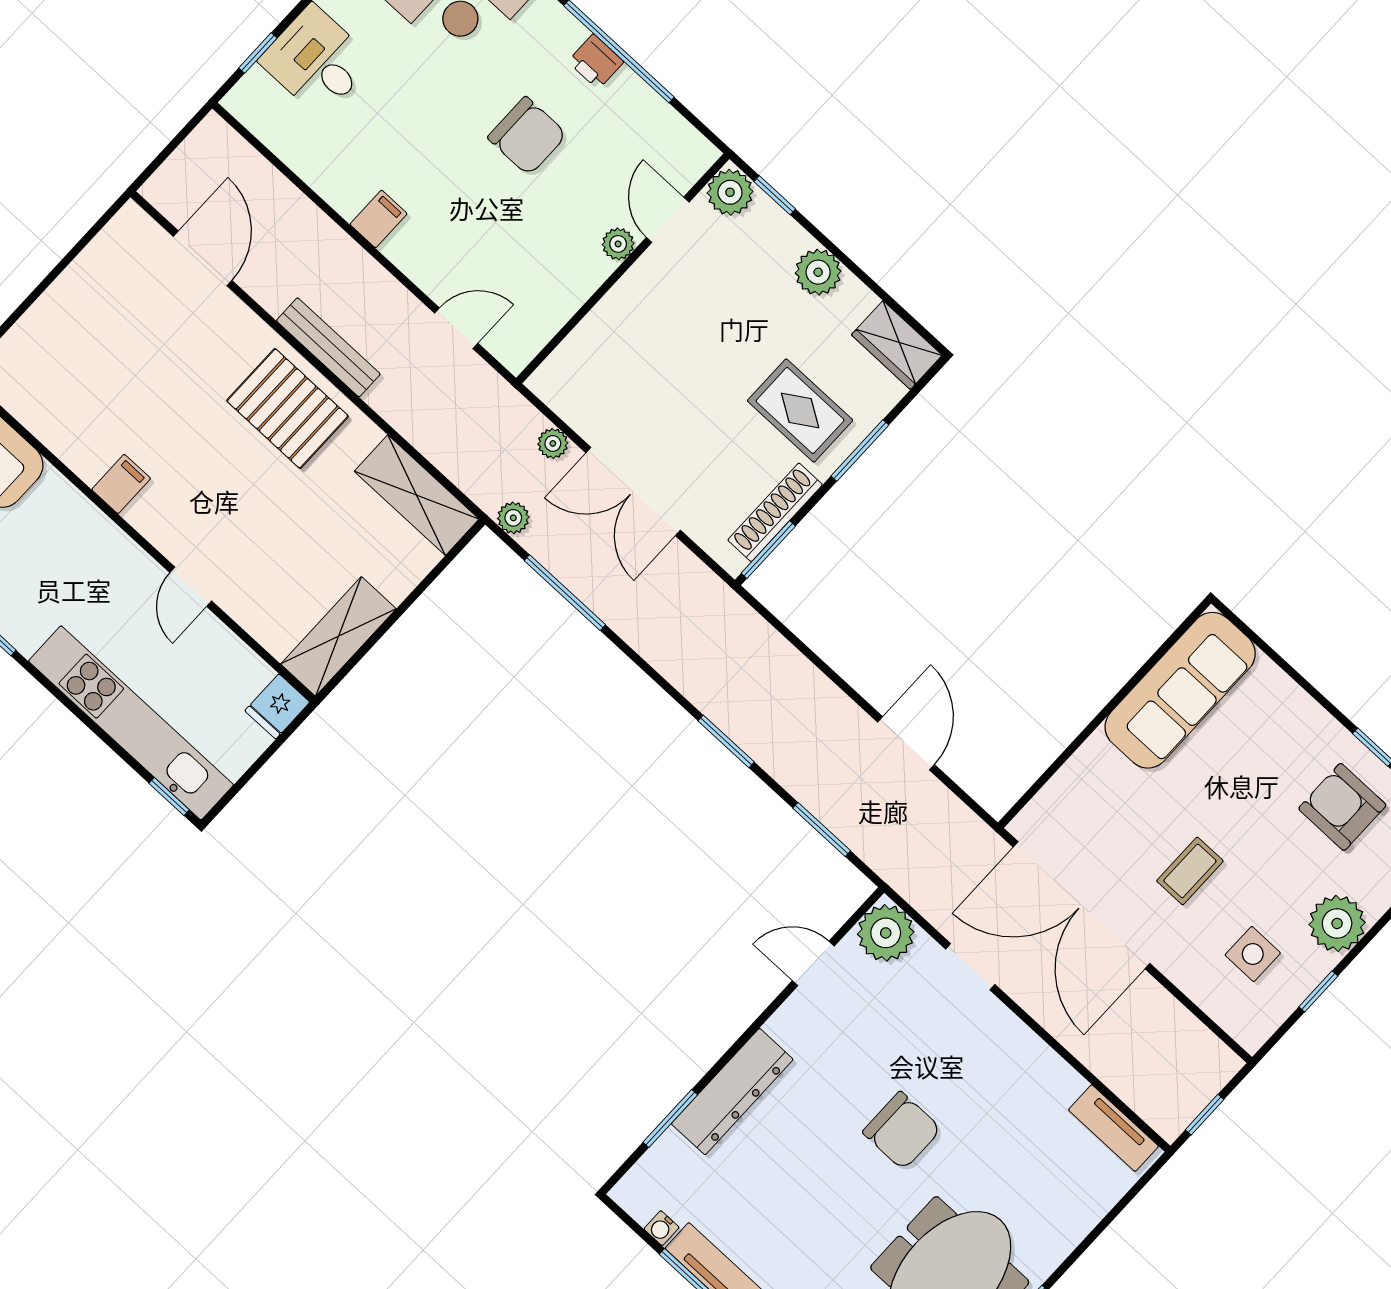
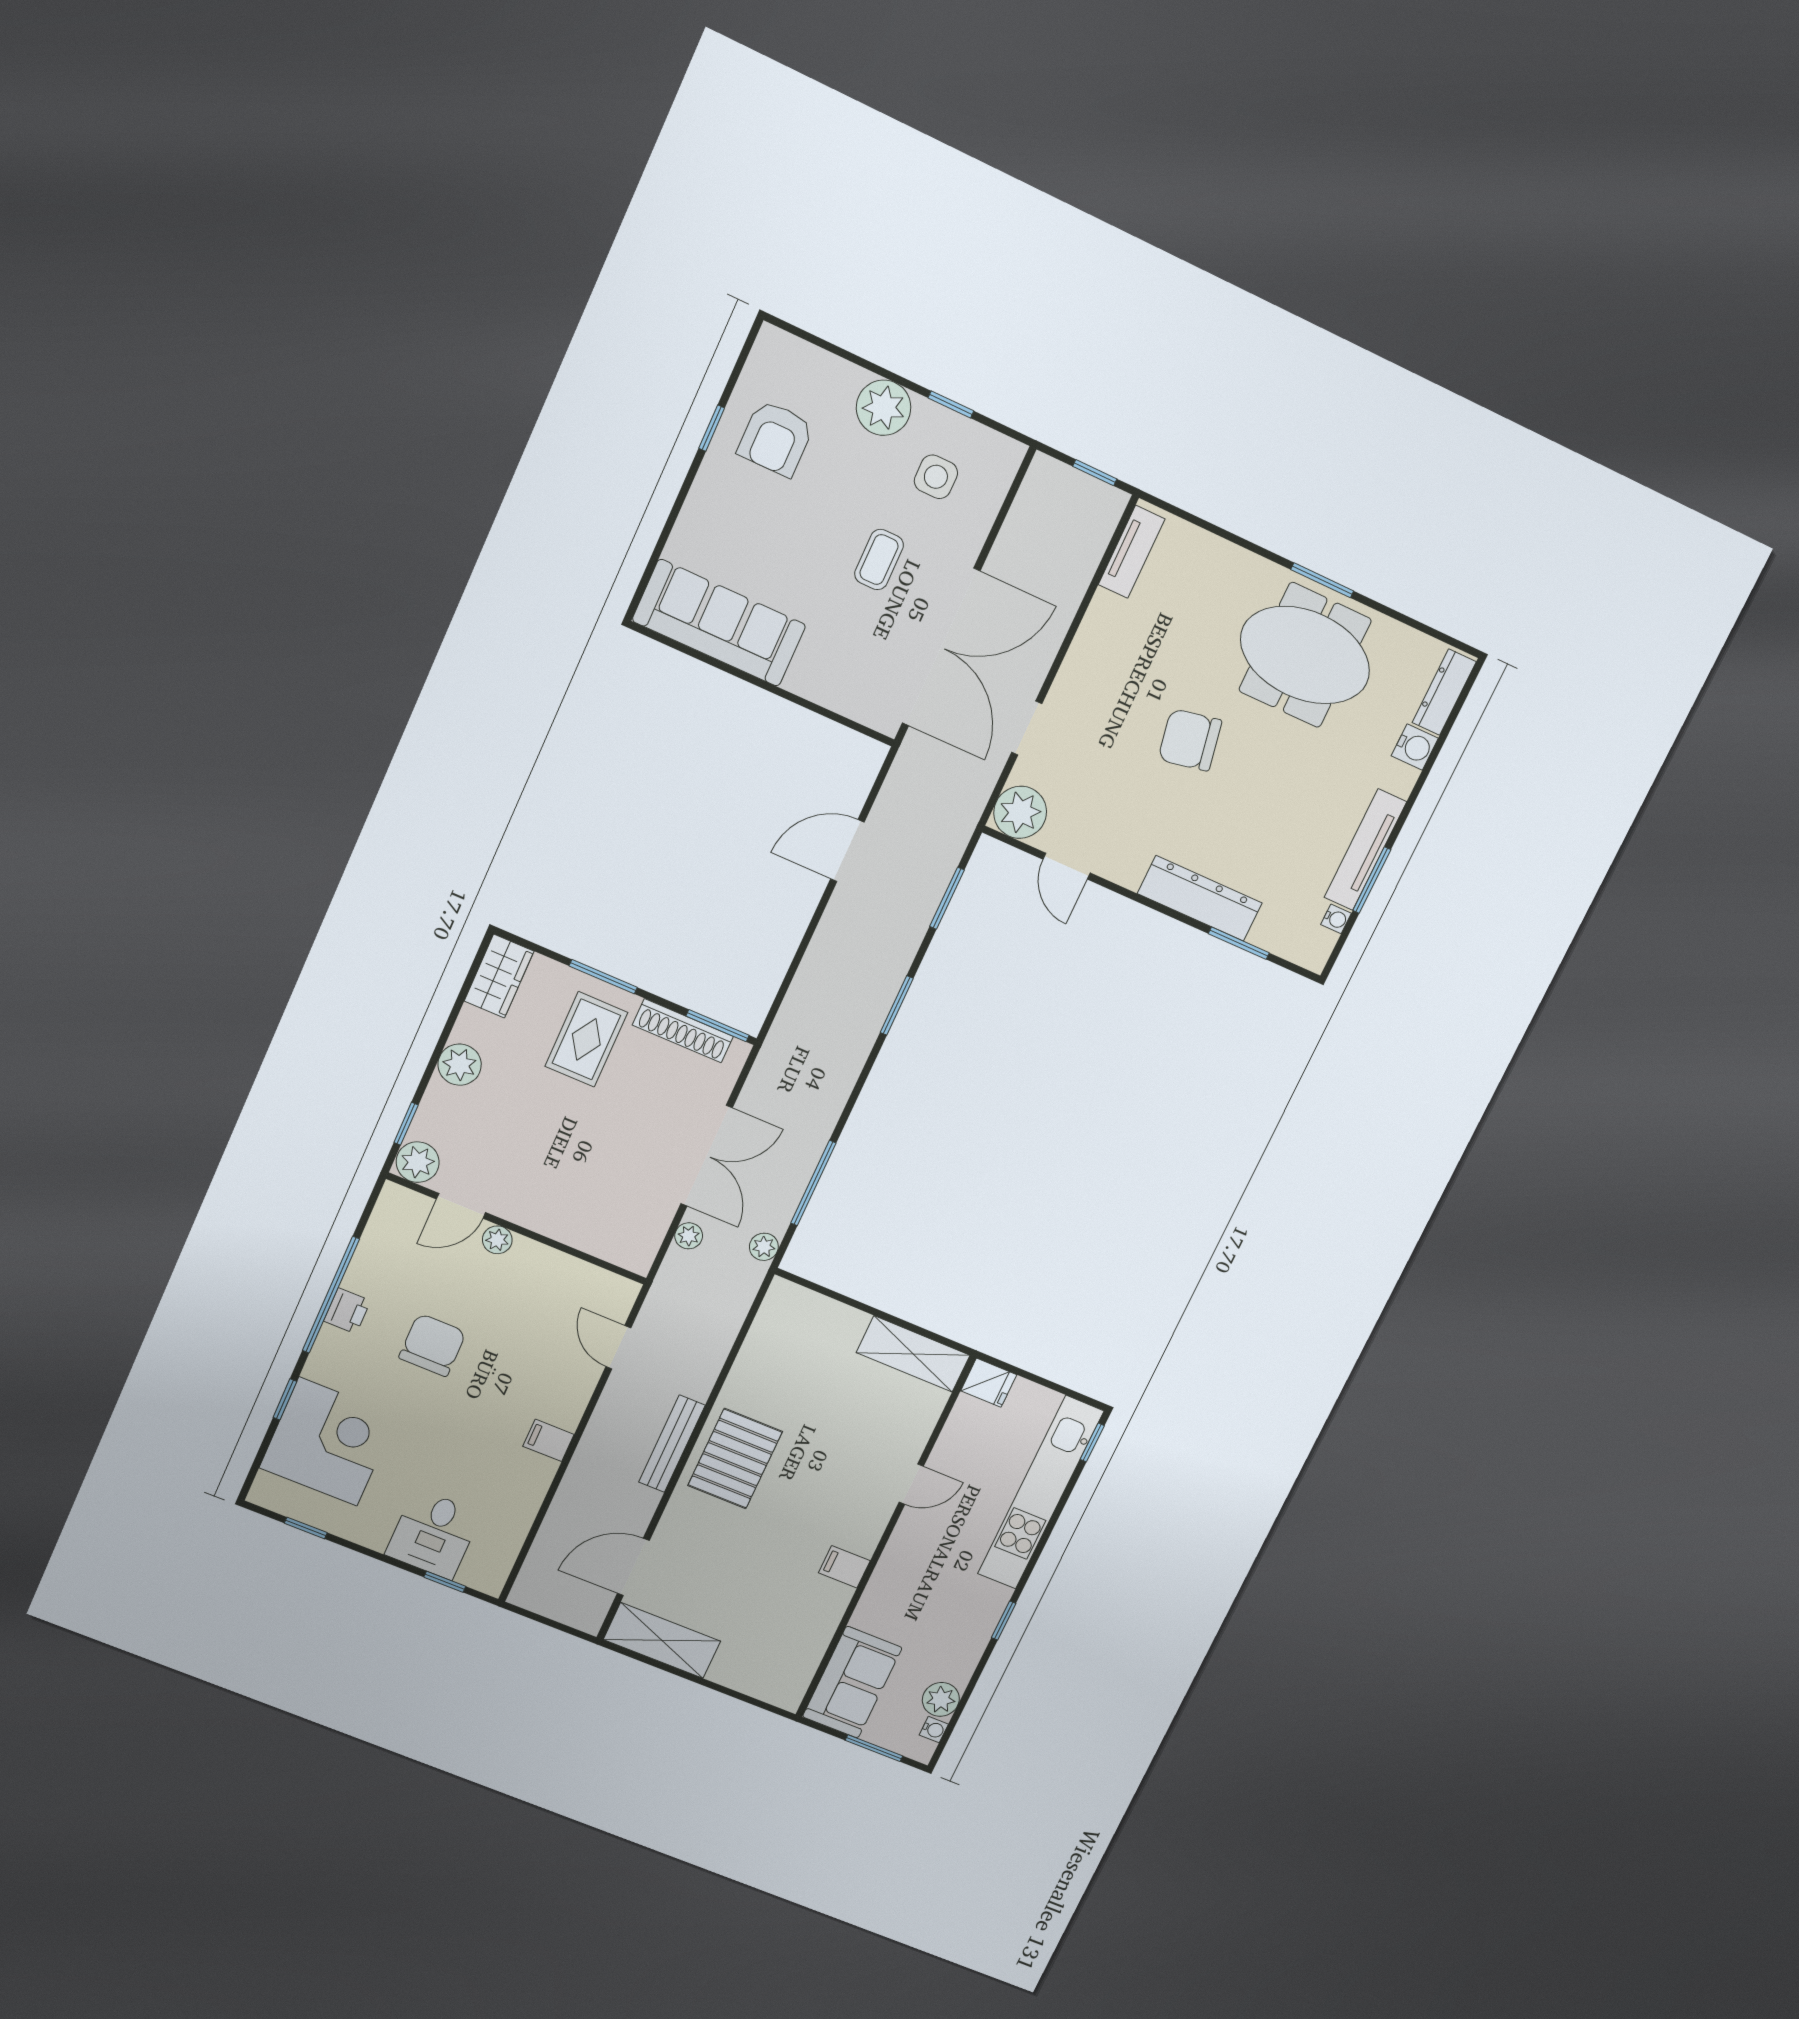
shelving: (417, 495) -> (662, 1640), moved, turned 90
coffee table: (1190, 871) -> (879, 560), turned 90
chair: (902, 1130) -> (1190, 740), turned -101

